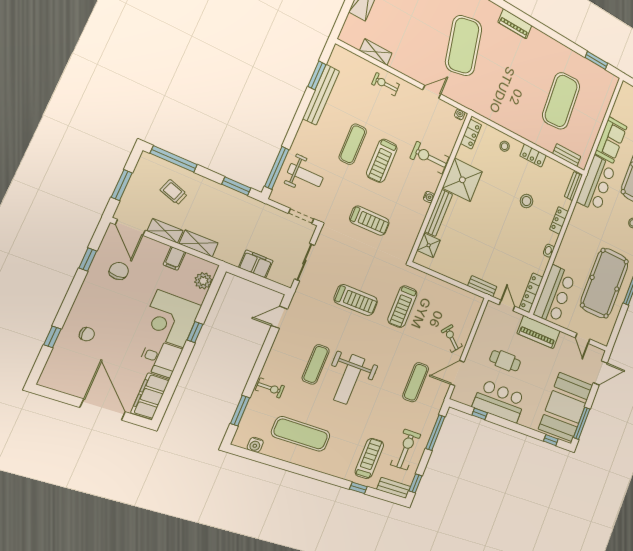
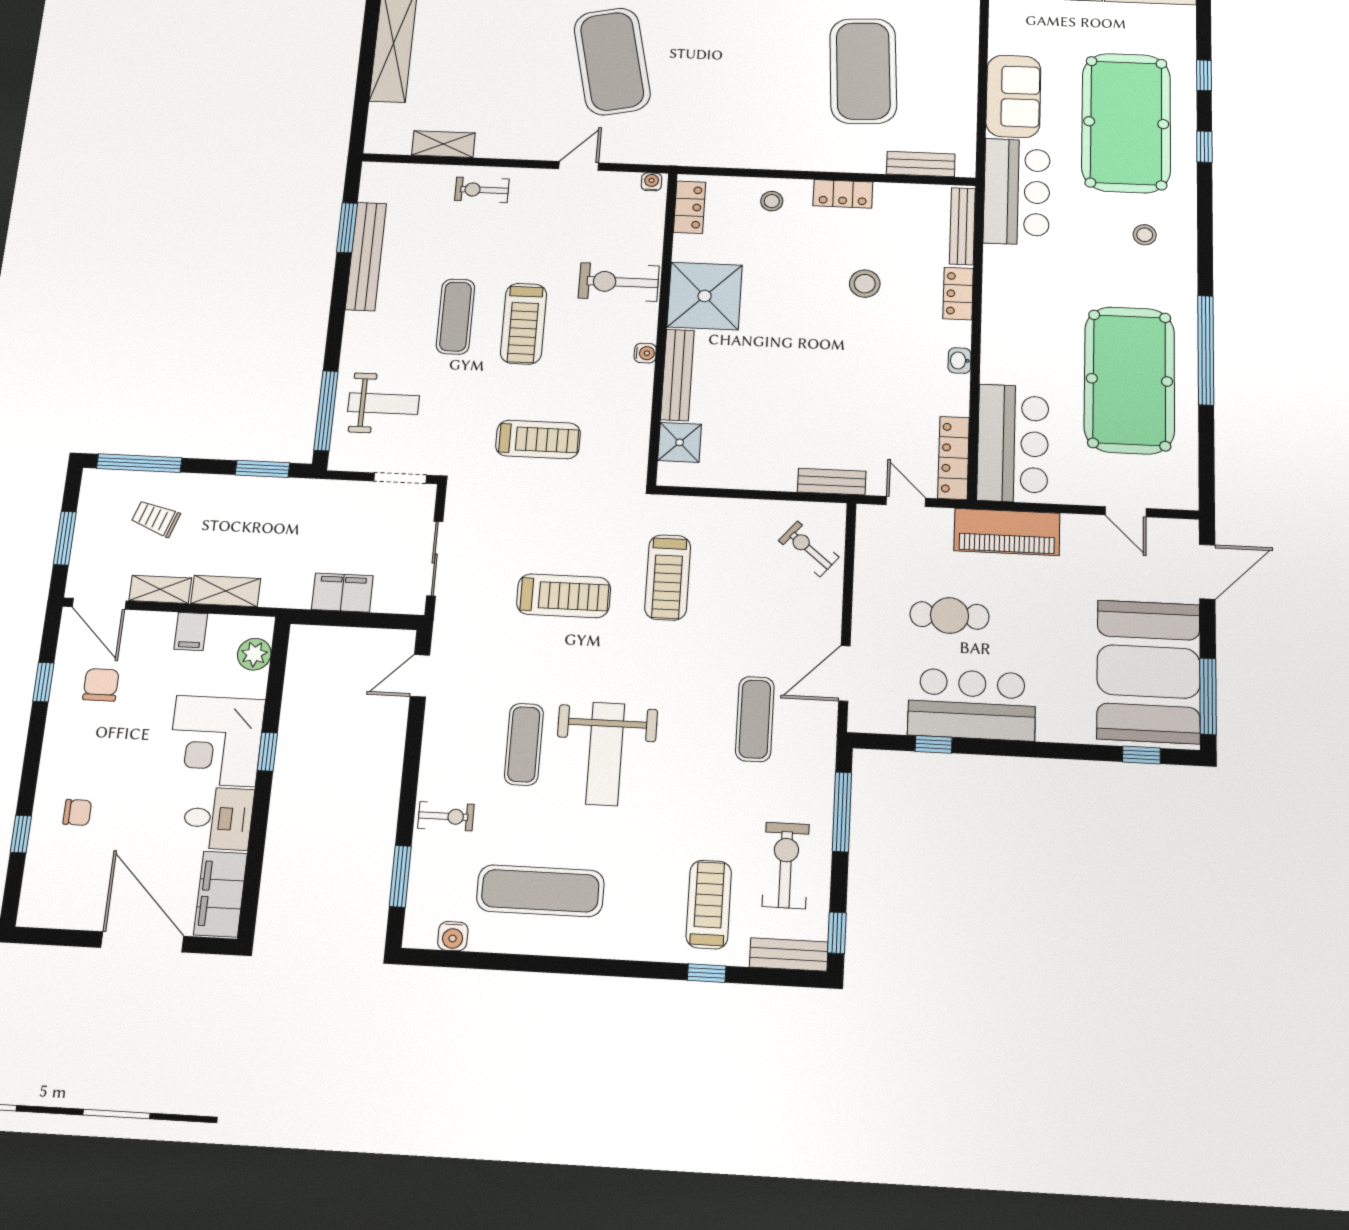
bench: (573, 186) -> (962, 226), width x1.36
exercise bike: (452, 338) -> (809, 549), moved

